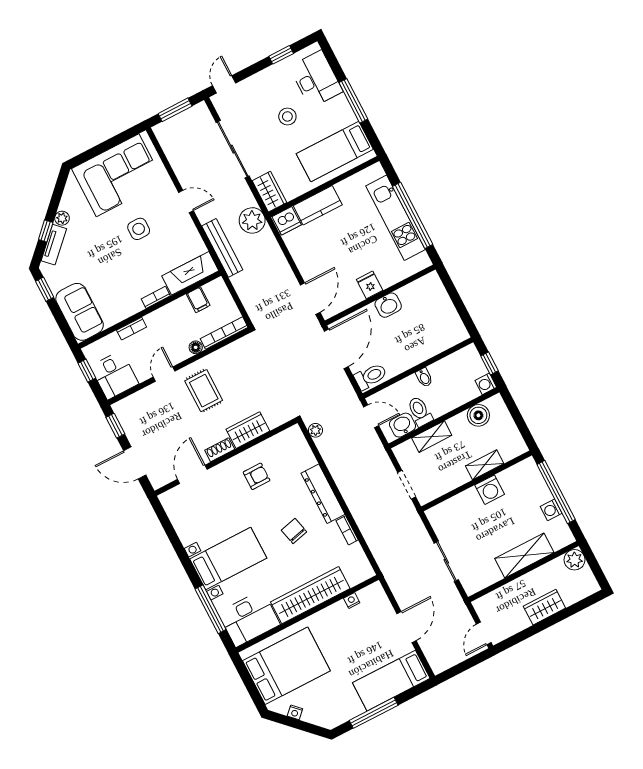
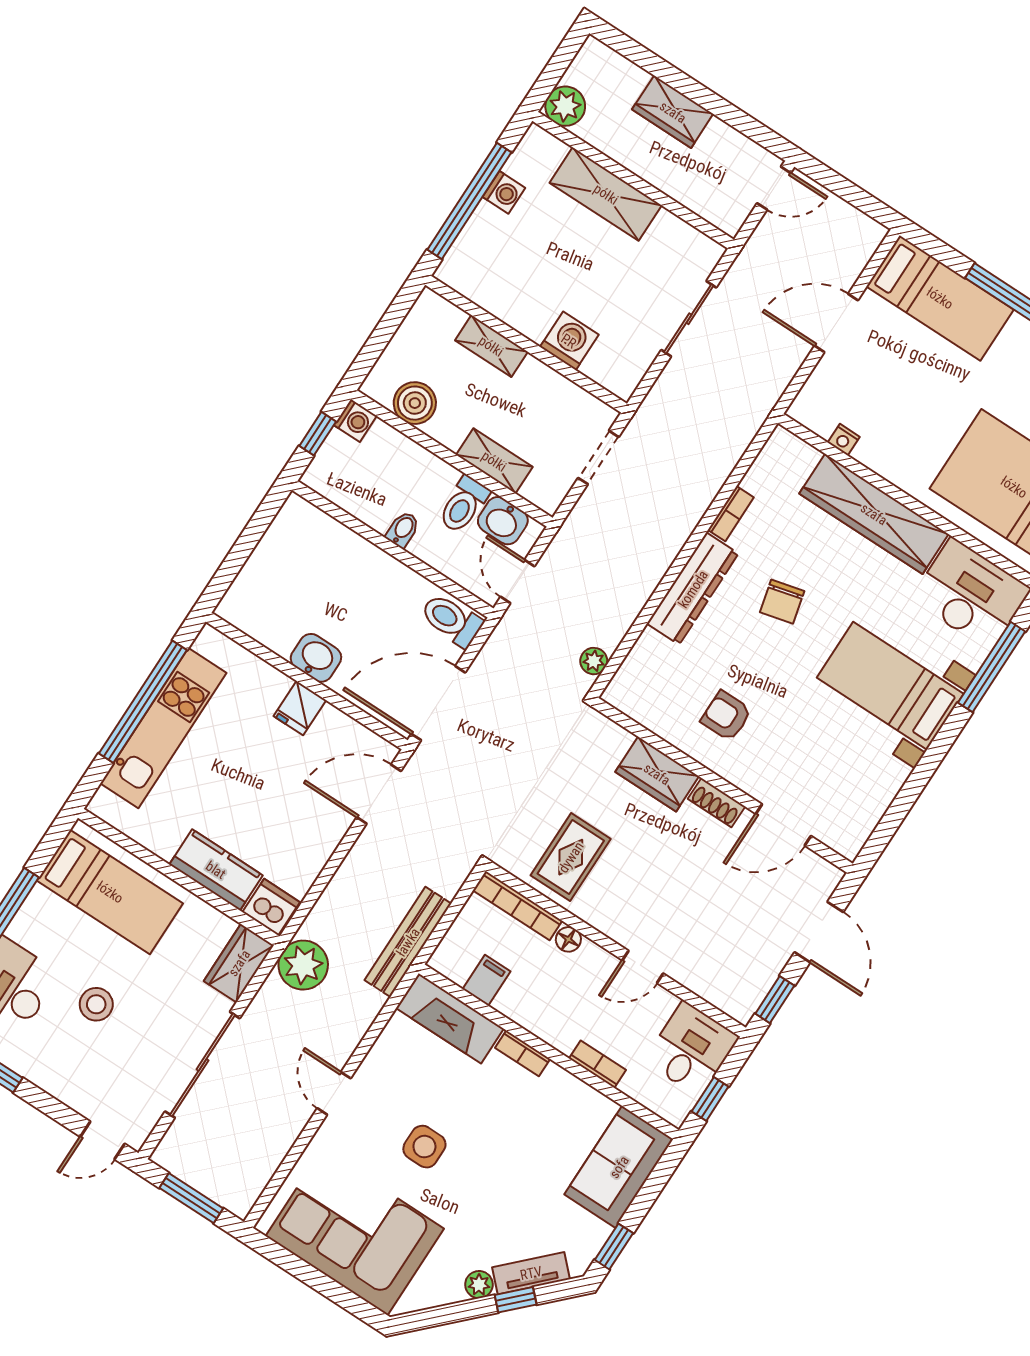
bench: (222, 248) -> (408, 942), moved
rug: (204, 391) -> (571, 857), moved
washing machine: (490, 490) -> (569, 341), moved

